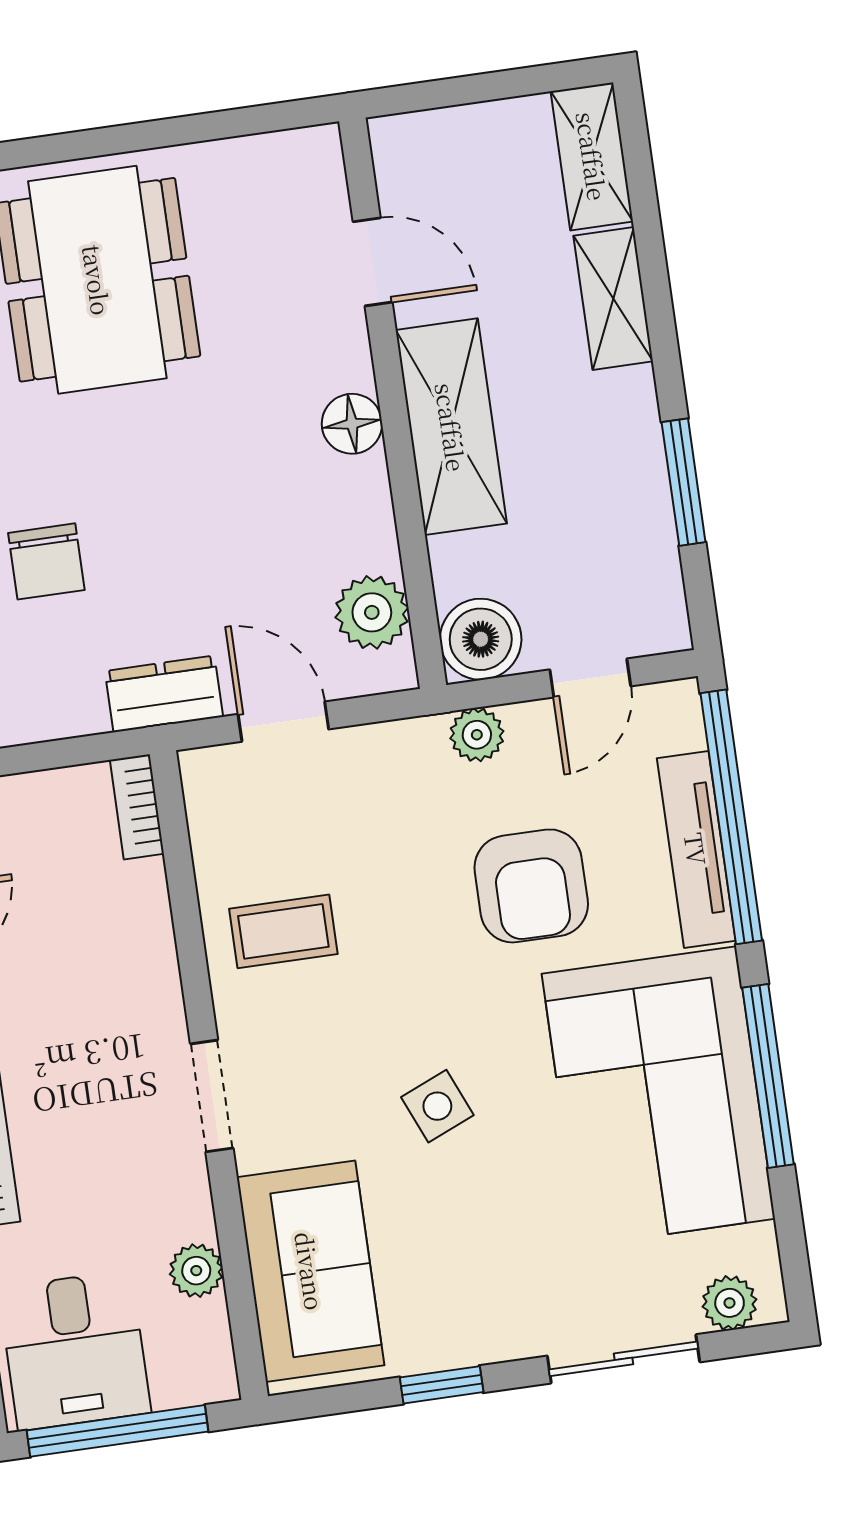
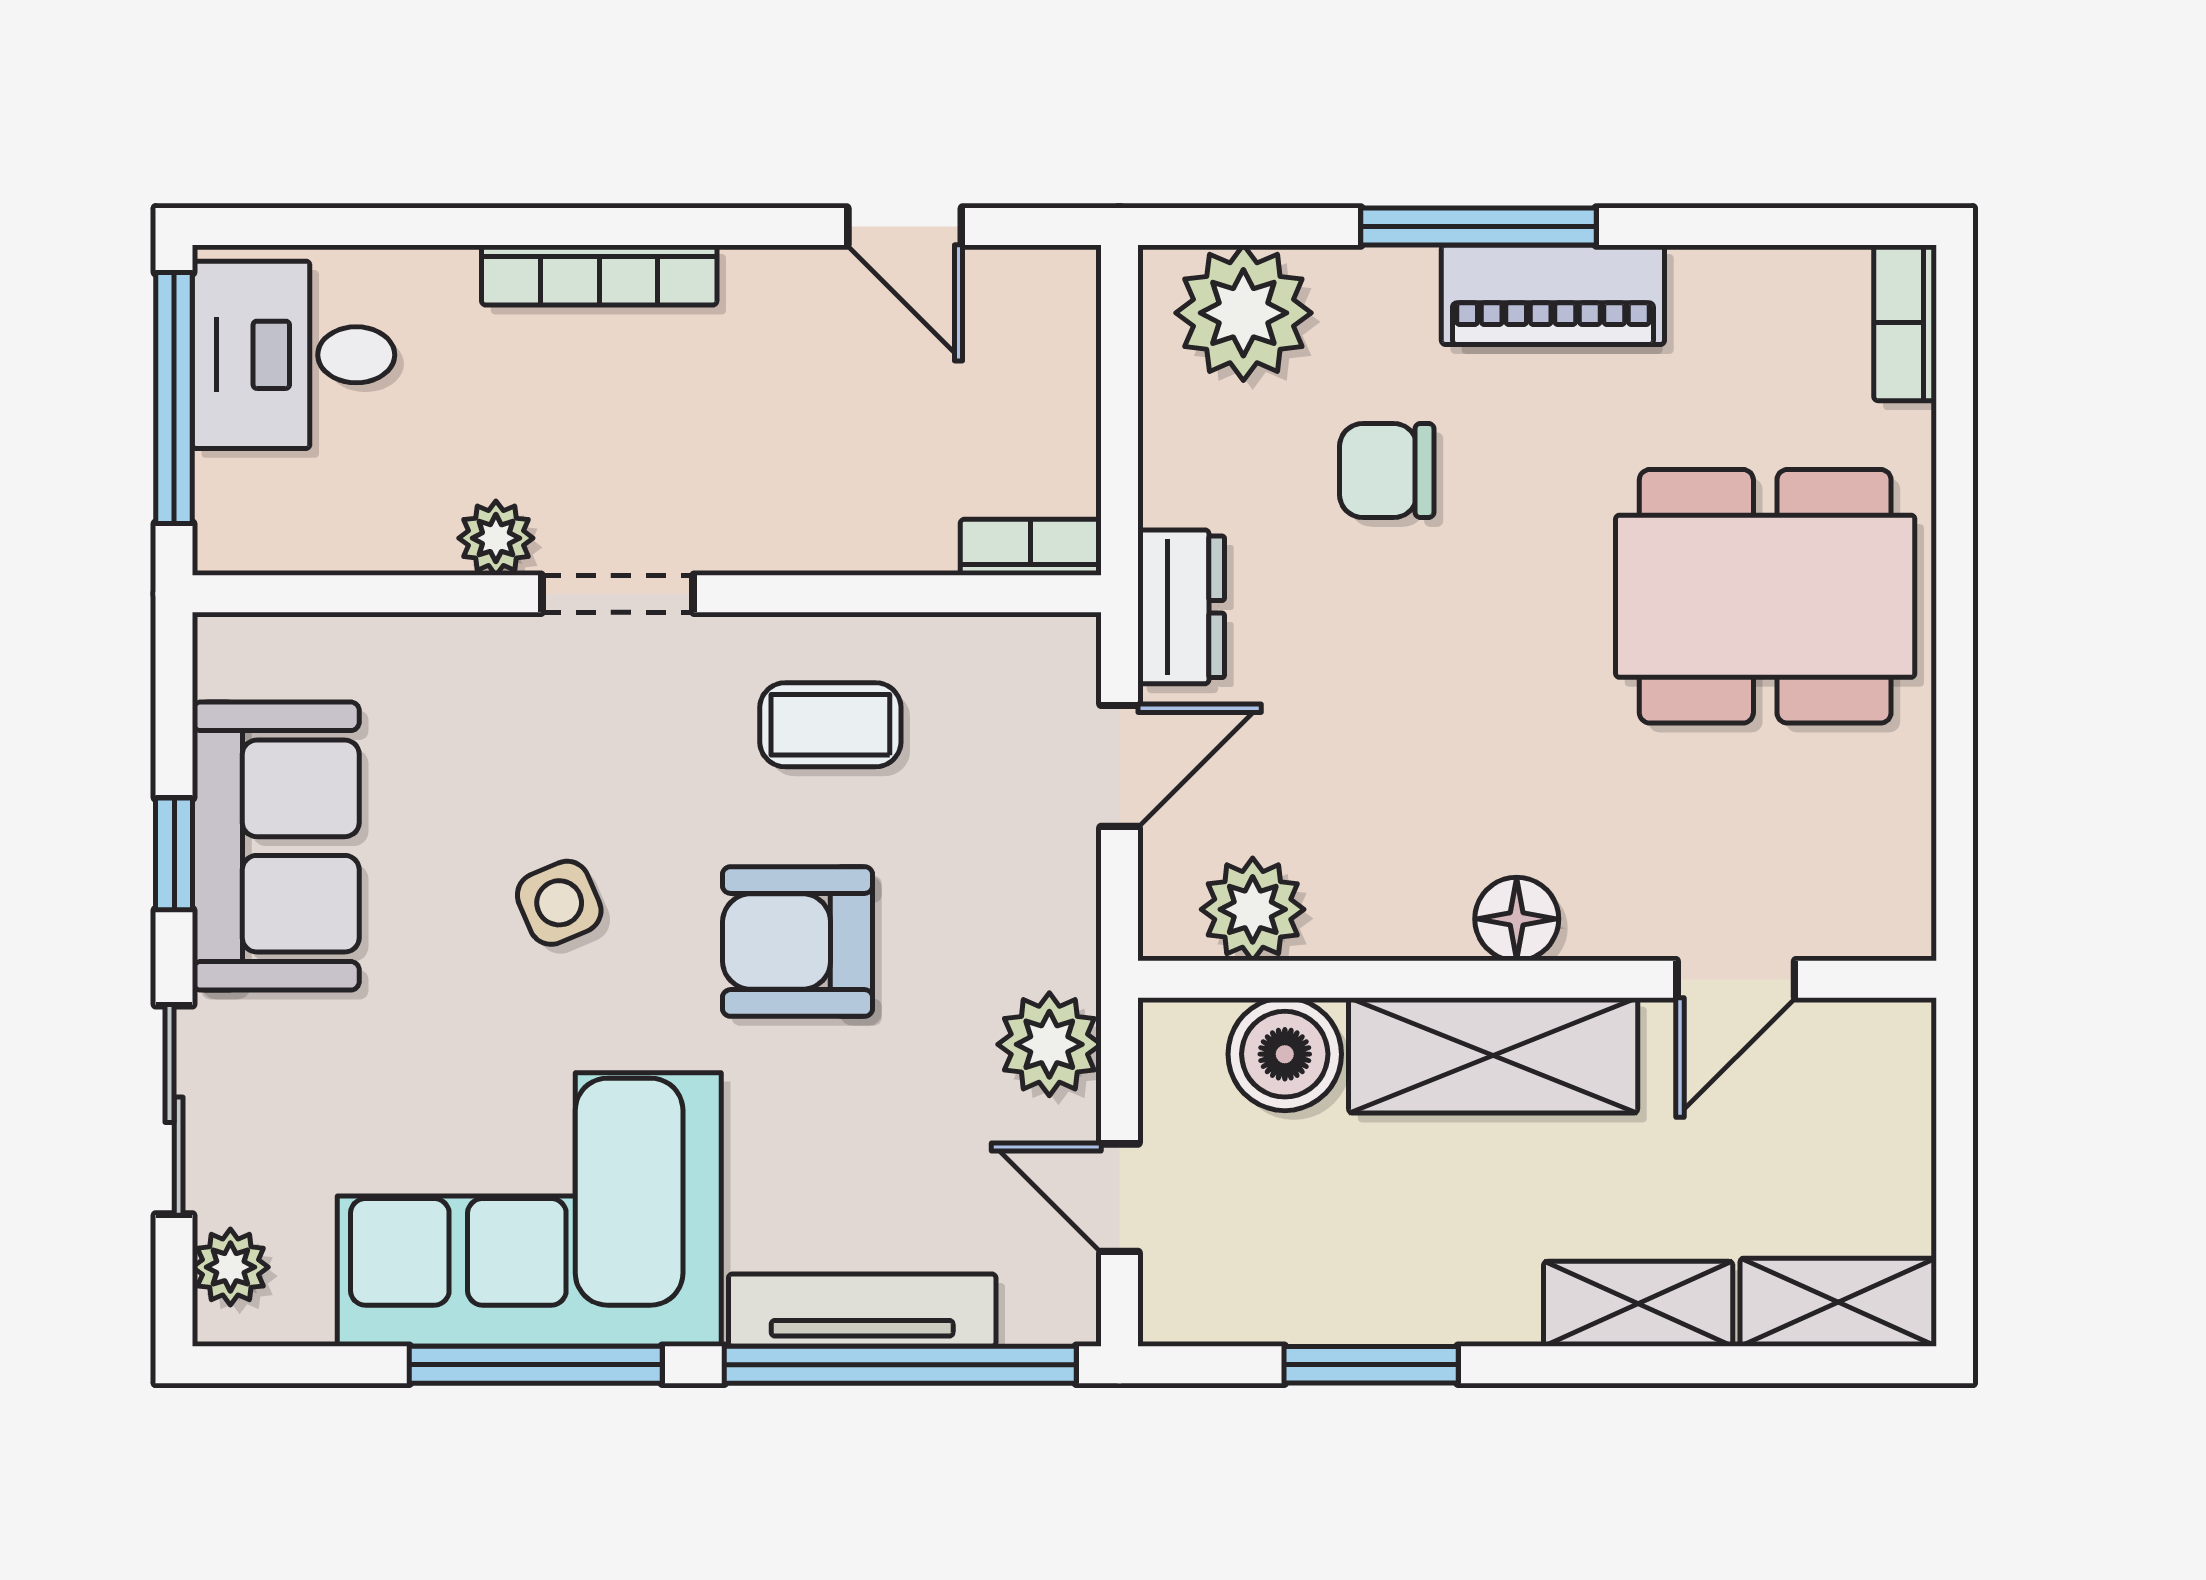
boiler: (481, 639) -> (1285, 1054), moved
plant: (477, 735) -> (1049, 1044), width x1.38, depth x1.38
armchair: (531, 886) -> (798, 942), moved
coffee table: (283, 931) -> (830, 725), turned 90
plant: (196, 1271) -> (496, 538), moved
sofa: (310, 1271) -> (276, 846), moved, turned -90

